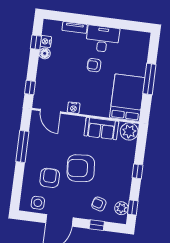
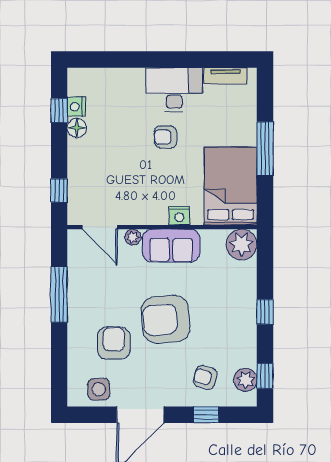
tv unit: (75, 27) -> (225, 76), moved
nightstand: (74, 108) -> (179, 216), moved
plant: (68, 119) -> (133, 237), added
sofa: (101, 129) -> (171, 246), moved

